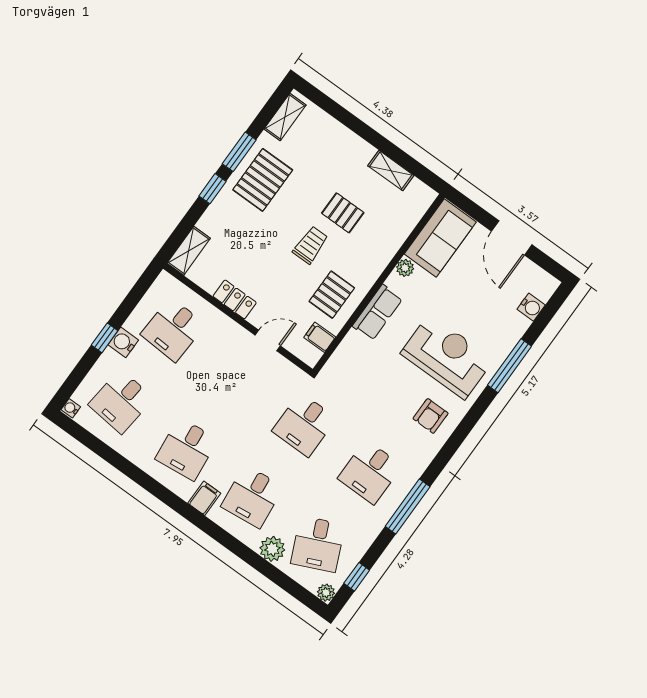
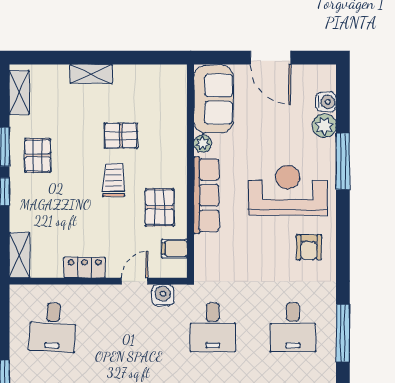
shelving: (391, 171) -> (91, 74), moved
pallet: (263, 180) -> (38, 156), width x0.67, depth x0.71
row of seats: (377, 312) -> (206, 195), width x1.48
plant: (515, 325) -> (324, 126), added
water cooler: (123, 342) -> (163, 295), moved, turned 90

